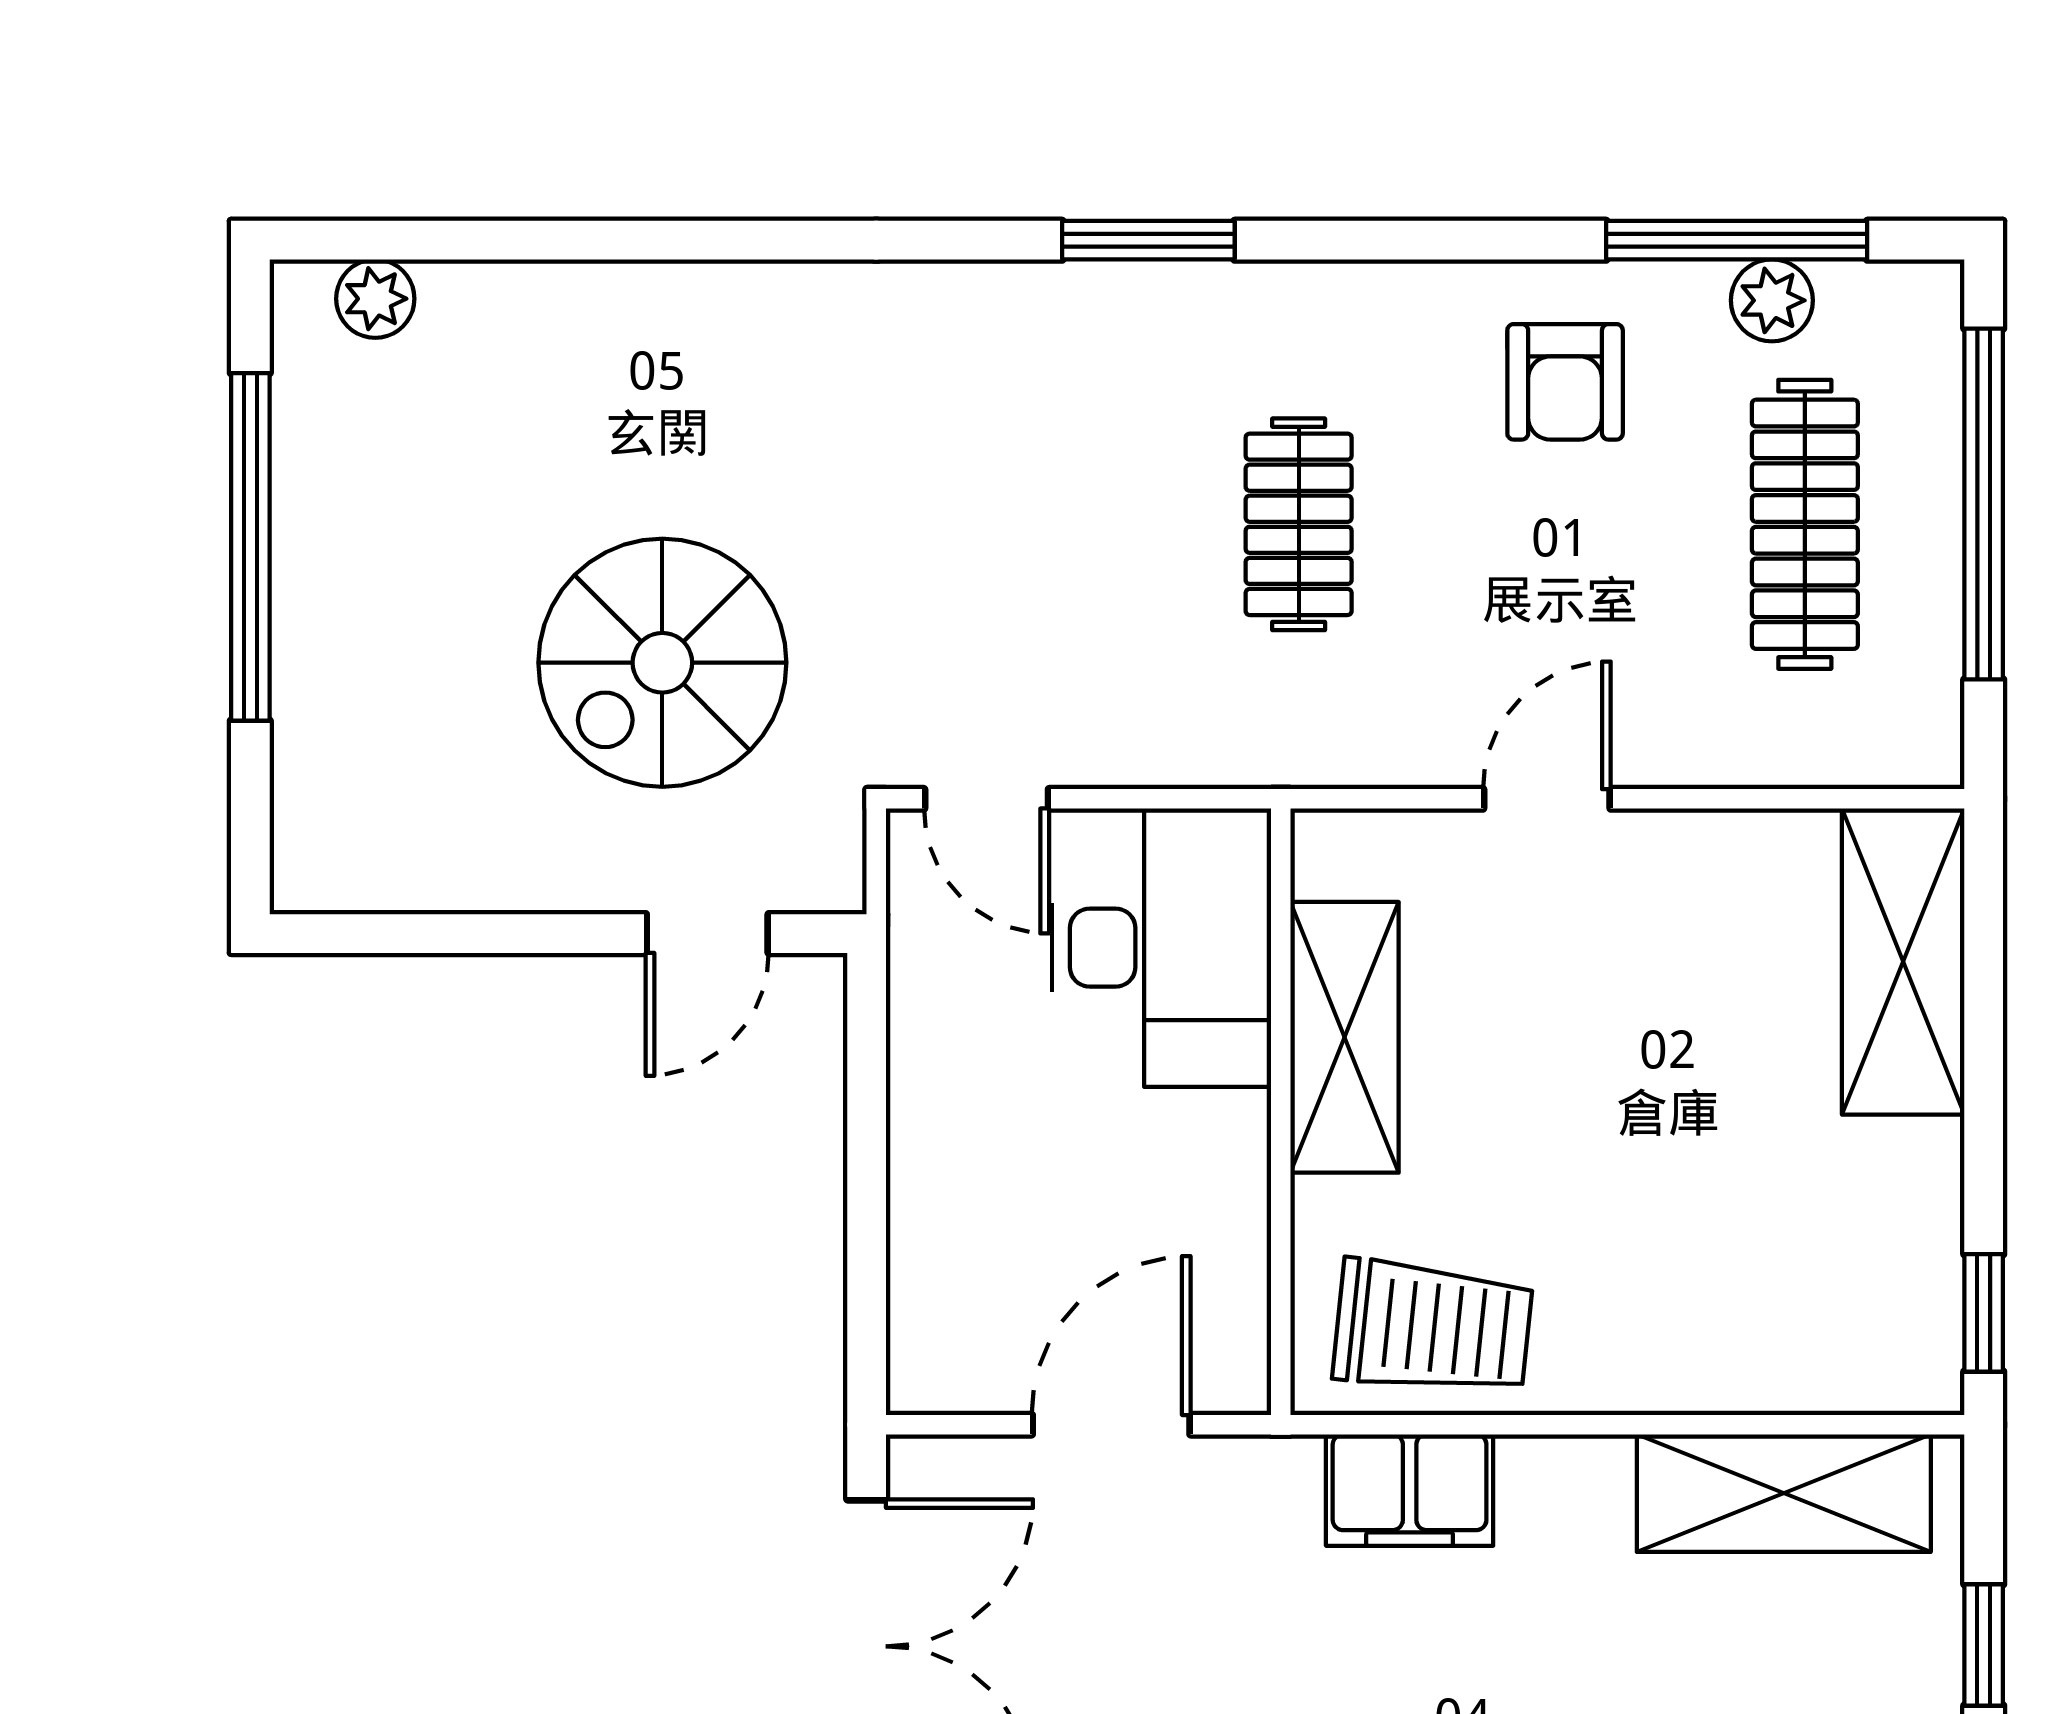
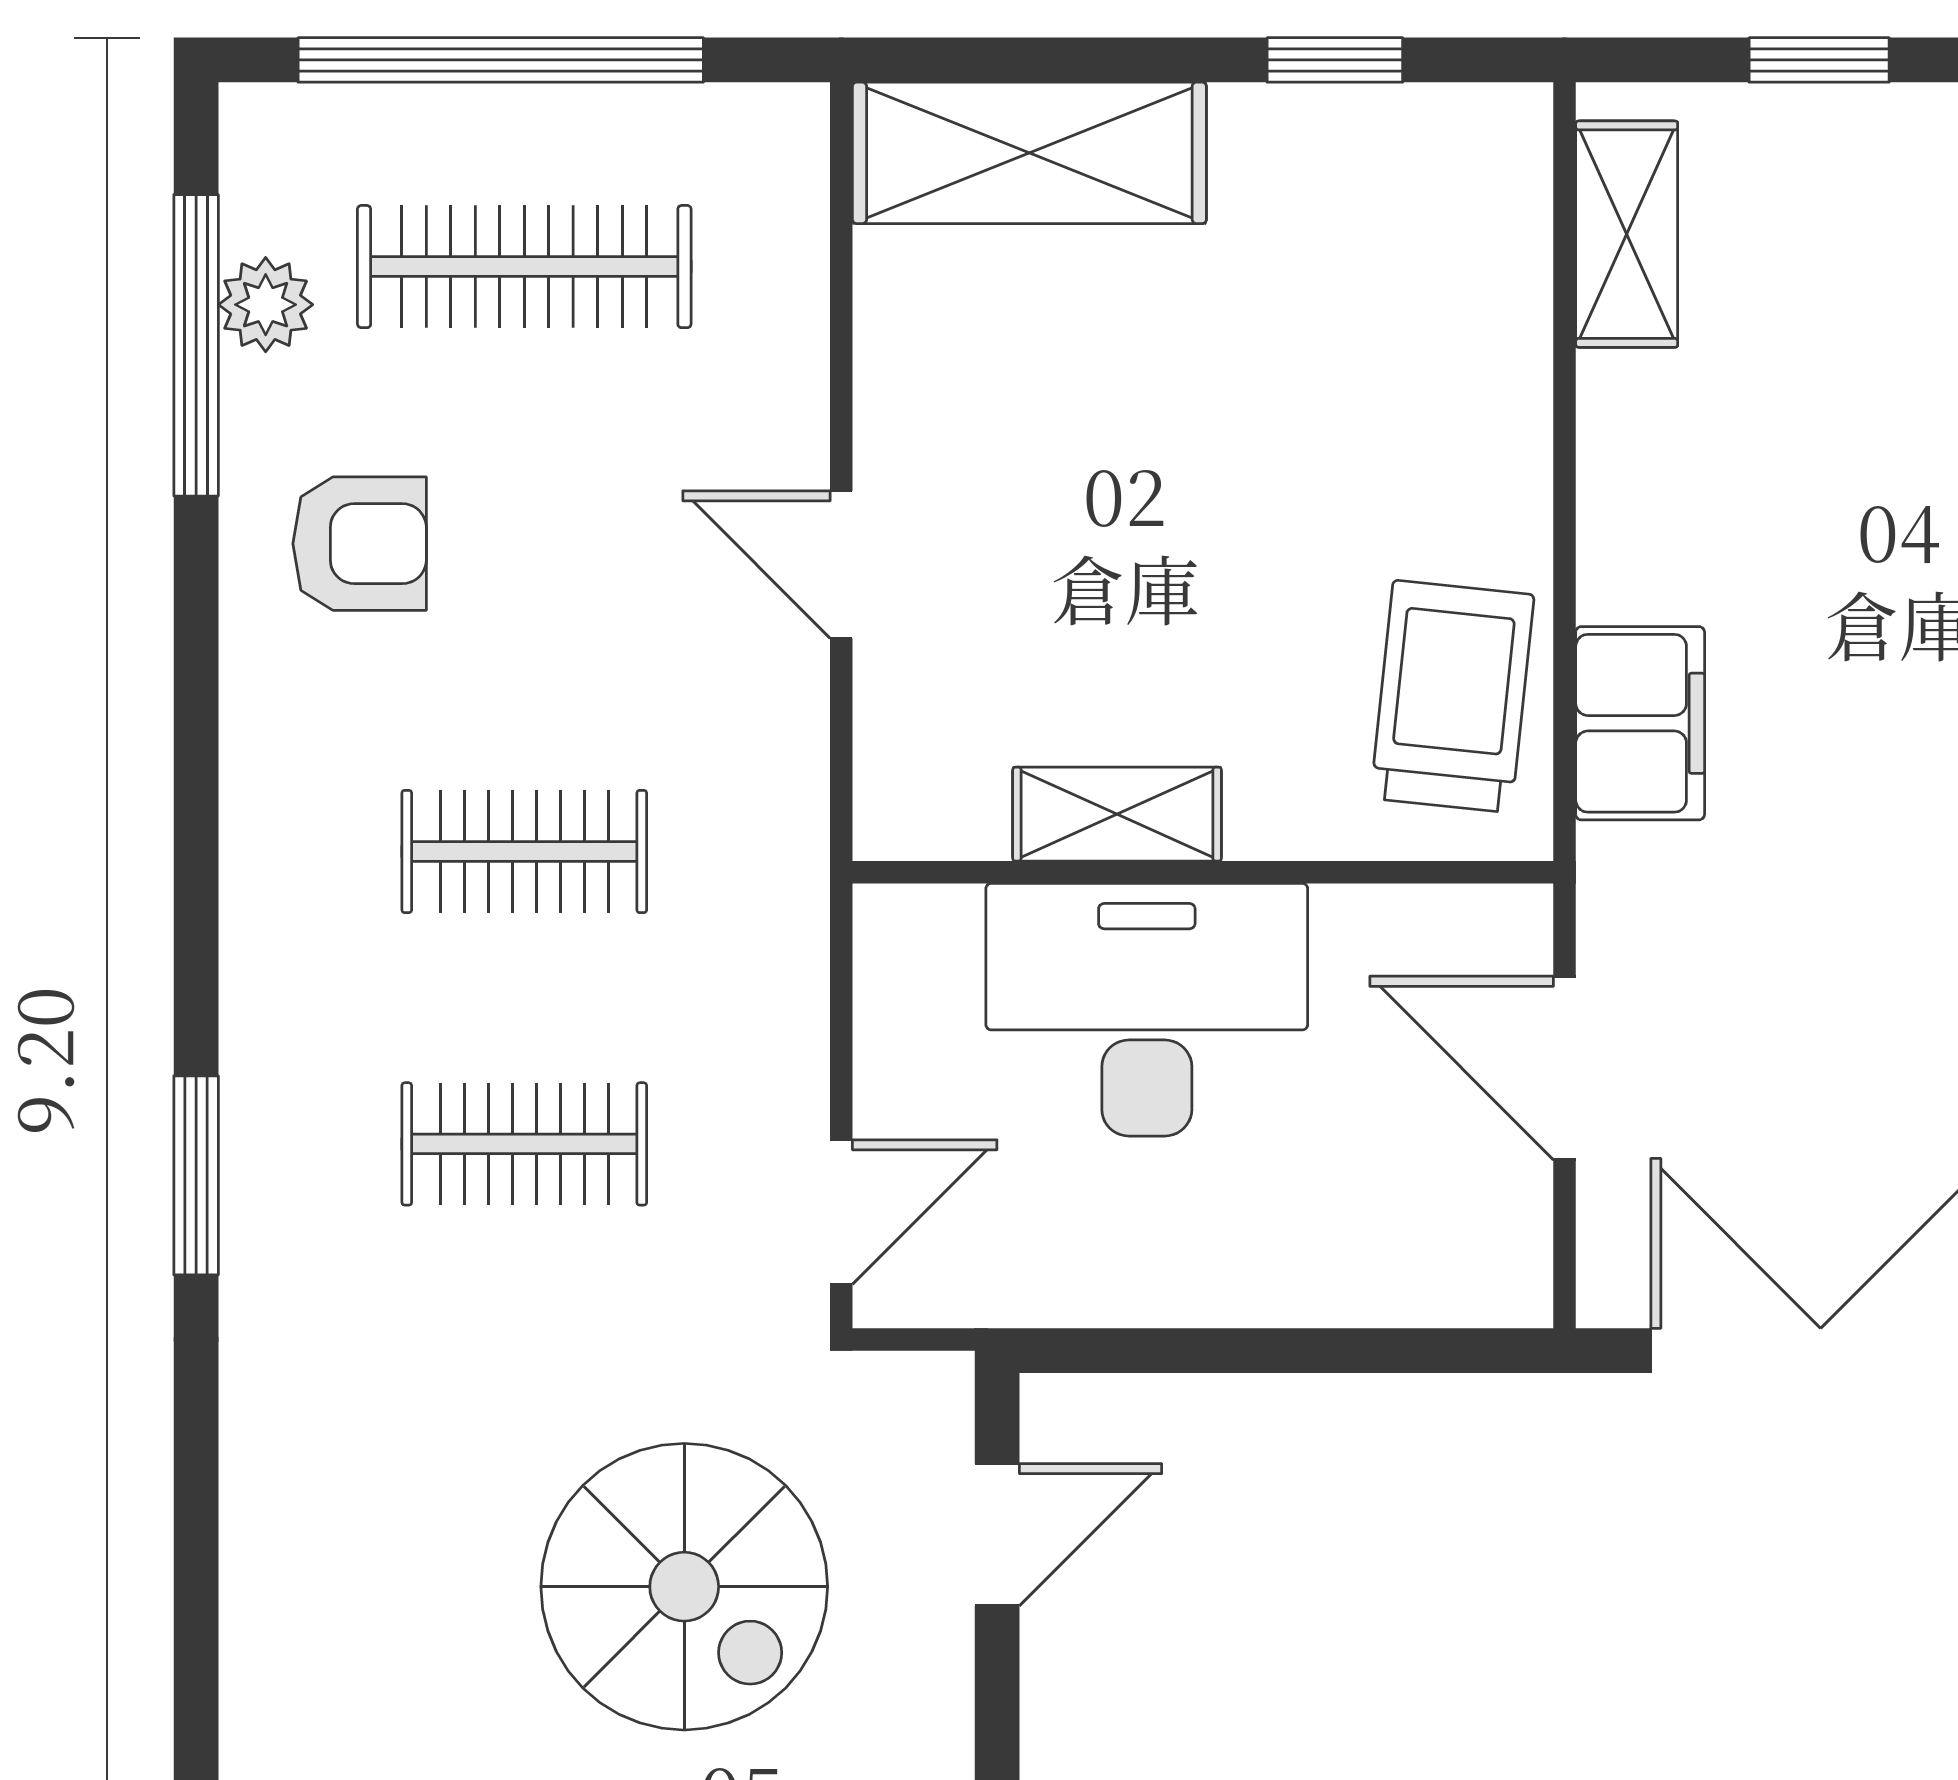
window: (1148, 240) -> (196, 1175), moved
clothes rail: (1045, 524) -> (524, 1144), added
door: (707, 934) -> (997, 1535), hinge flipped
desk: (1162, 948) -> (1147, 1010), moved
shelving: (1345, 1037) -> (1117, 814), width x0.67, depth x0.75
window: (1984, 1313) -> (1335, 60), moved
shelving: (1784, 1493) -> (1627, 234), width x0.67, depth x0.75

